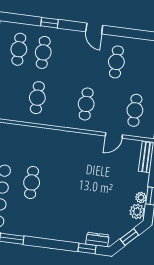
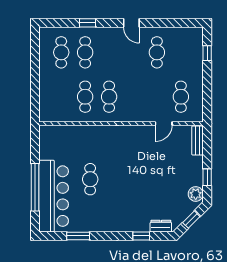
cafe table: (86, 104) -> (109, 97), moved
plant: (141, 198) -> (198, 180), removed
window: (87, 249) -> (141, 236), moved

